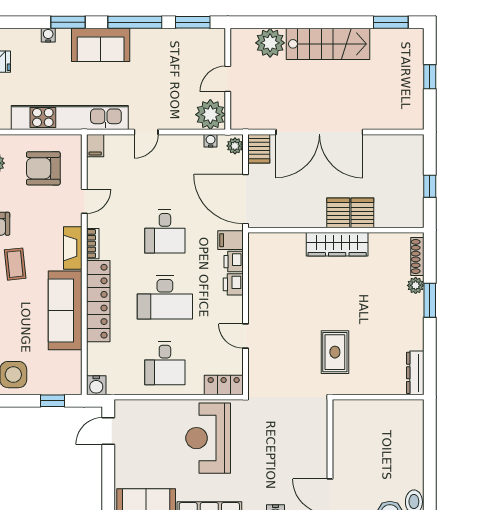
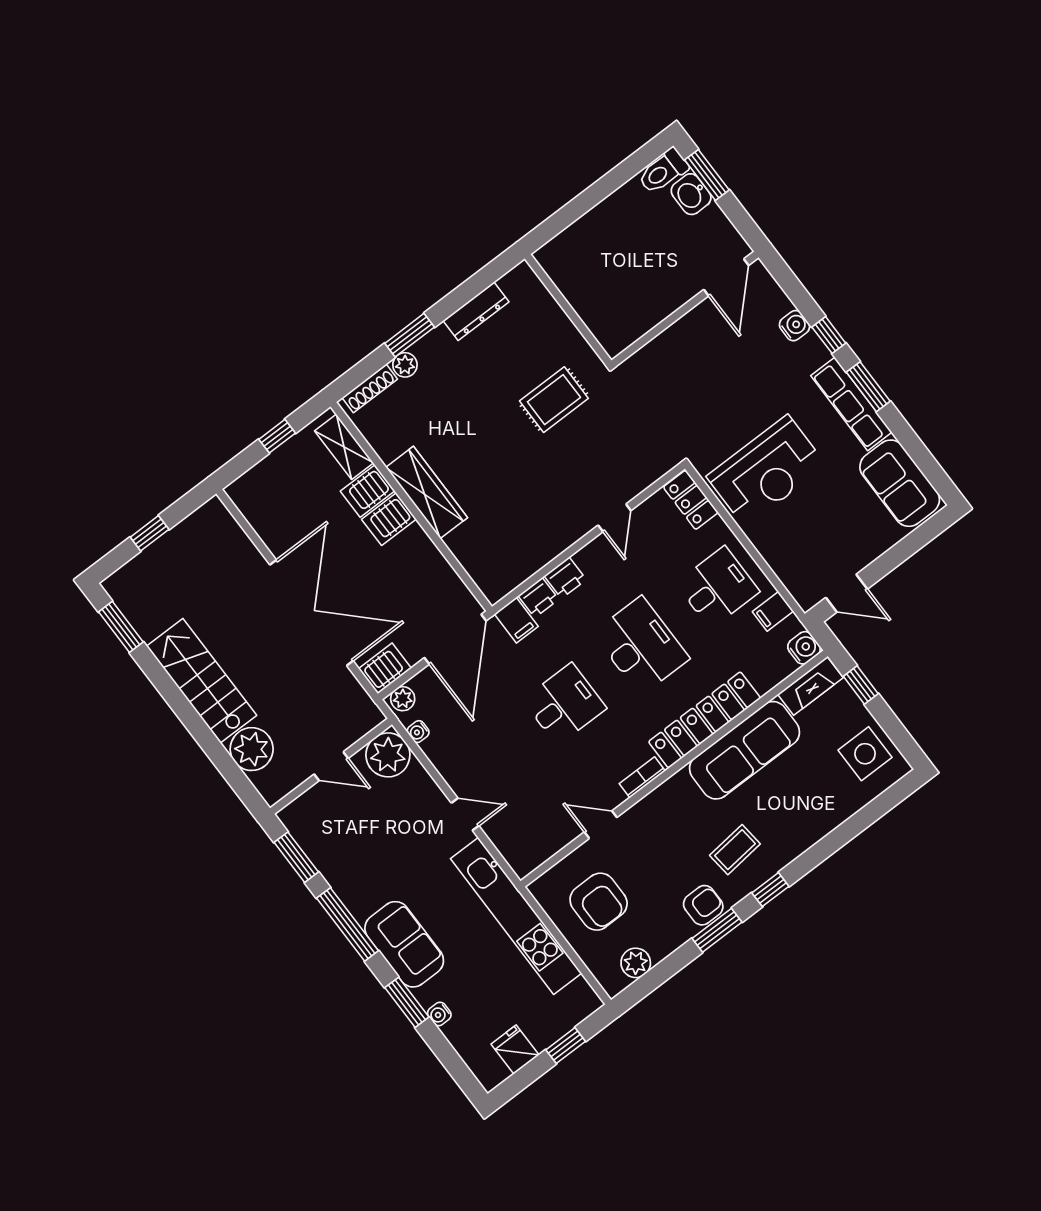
filing cabinet: (95, 146) -> (773, 611), moved, turned 180
shelving: (396, 218) -> (344, 447), added
fireplace: (73, 248) -> (810, 686), moved
dresser: (415, 373) -> (476, 311), moved

